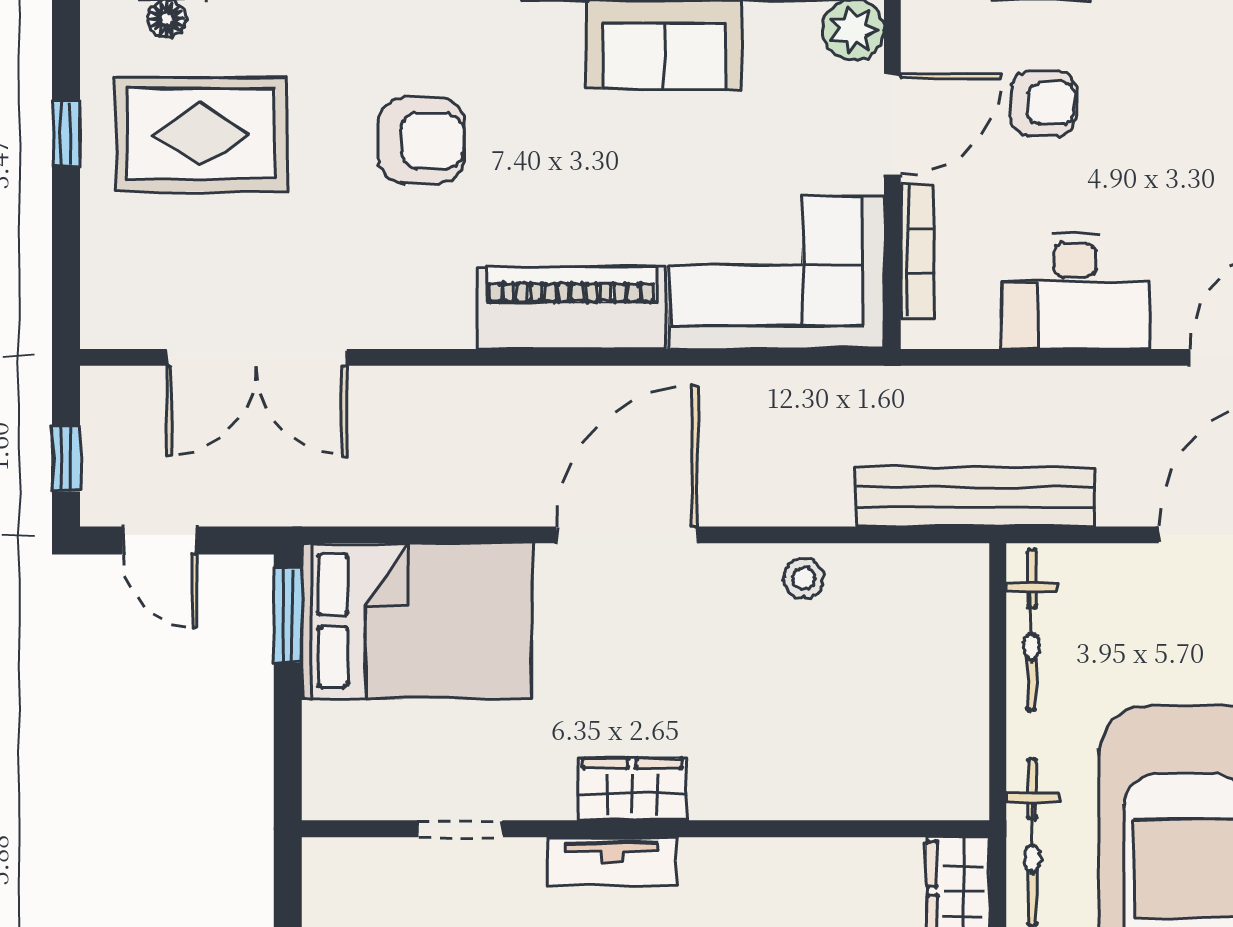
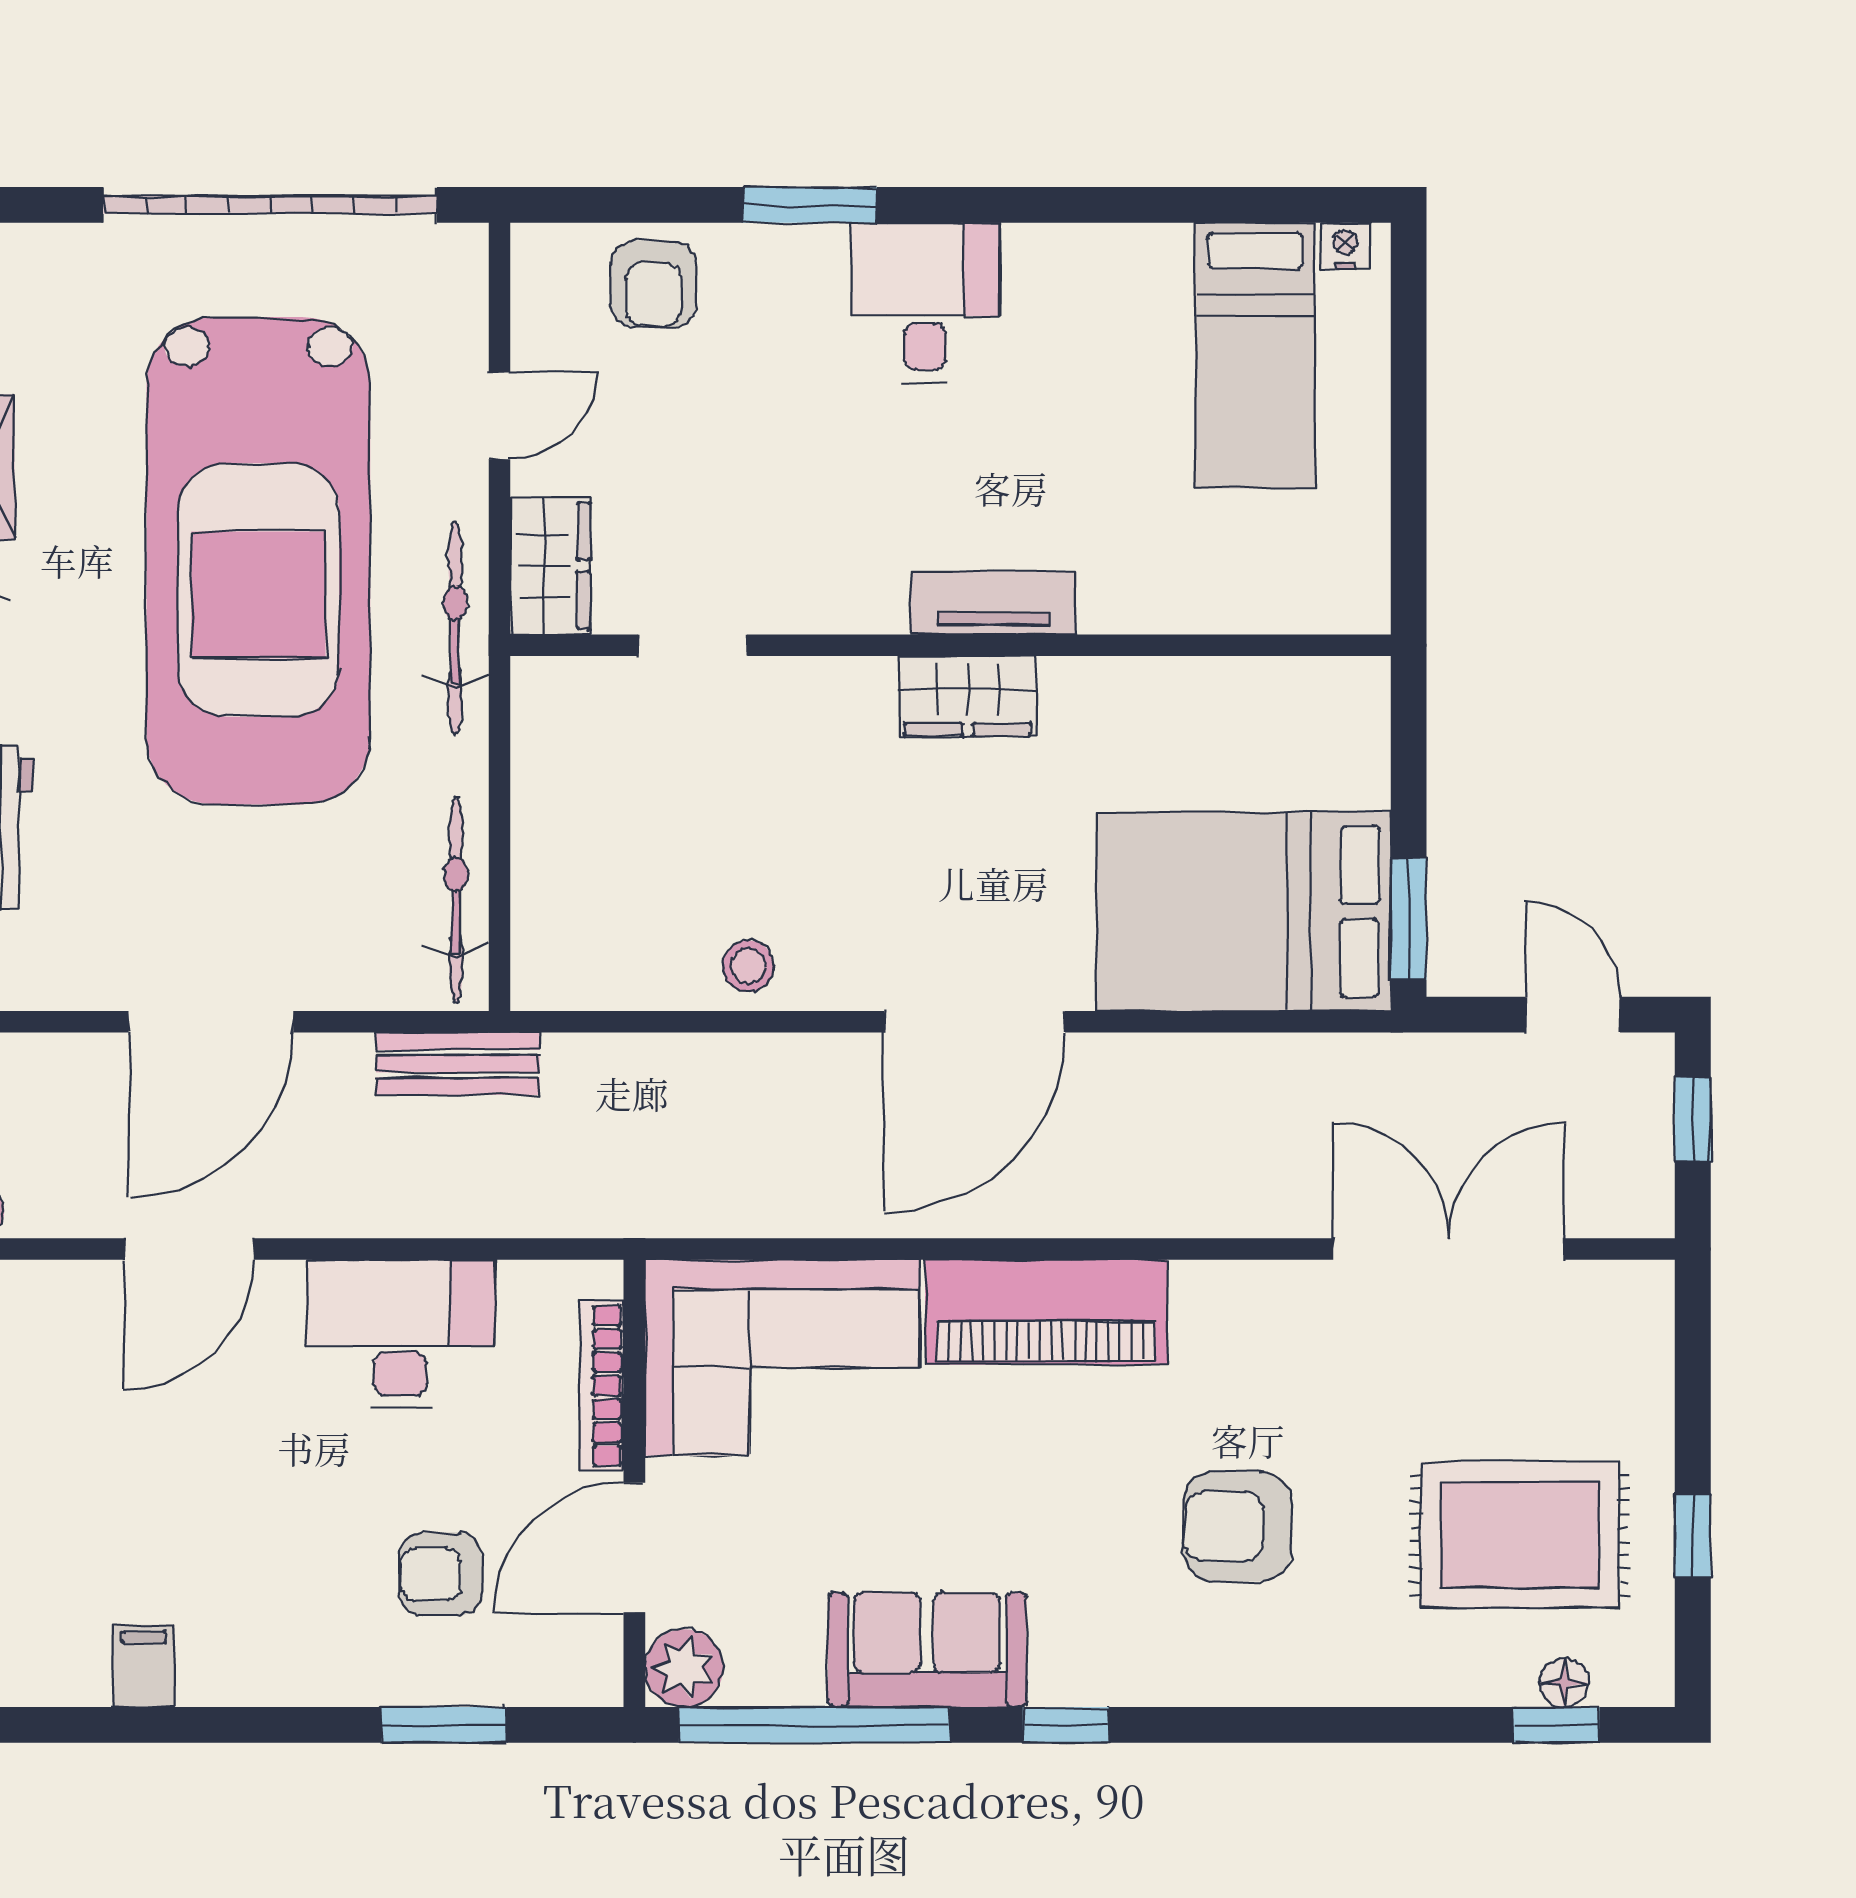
bench: (975, 497) -> (458, 1064), width x0.54, depth x0.82
doorway: (460, 829) -> (693, 645), moved

